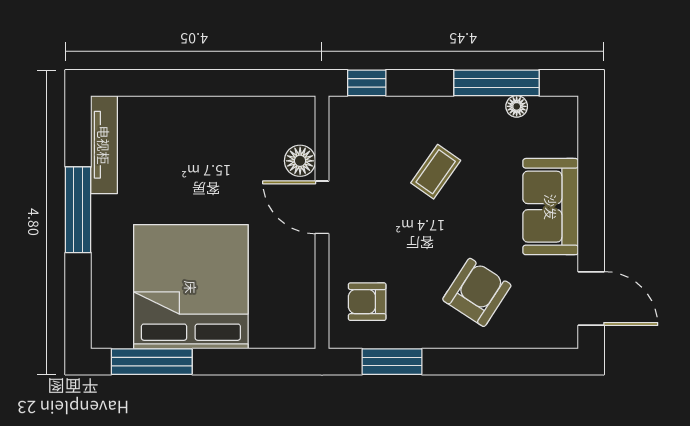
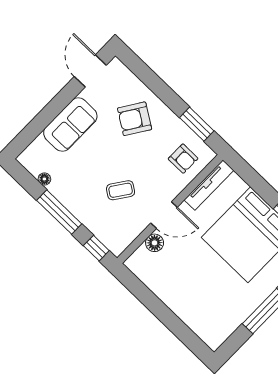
window: (496, 83) -> (59, 212), moved
tv unit: (104, 145) -> (209, 185), moved, turned 180
coffee table: (436, 172) -> (121, 190), moved
door: (322, 207) -> (164, 215), hinge flipped

